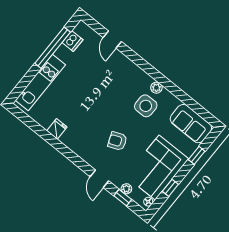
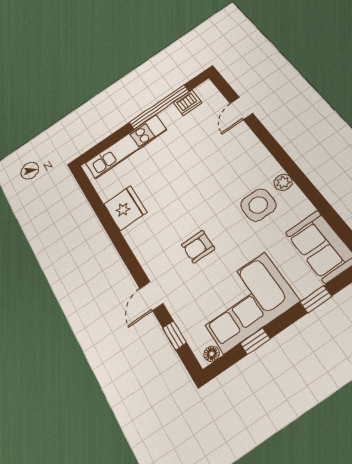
fridge: (57, 129) -> (125, 208), width x1.88, depth x1.34
armchair: (117, 141) -> (198, 247), turned -68
plant: (126, 189) -> (185, 323), removed

